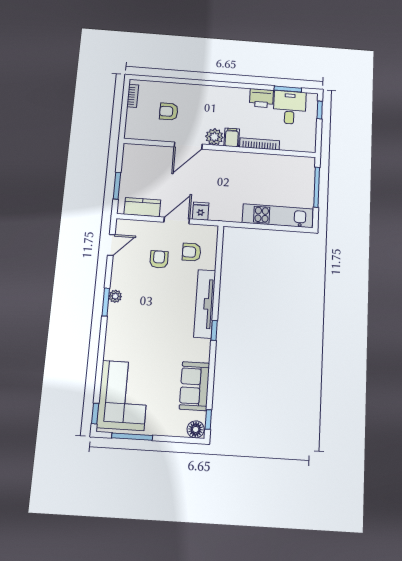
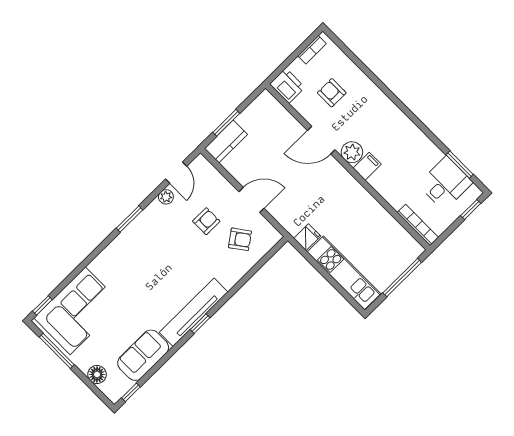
printer: (261, 98) -> (287, 86), moved, turned 180
bookcase: (260, 144) -> (418, 225), moved
kitchen counter: (142, 207) -> (226, 141), moved, turned 90
fridge: (201, 211) -> (307, 237), moved
door: (111, 245) -> (176, 173), hinge flipped
armchair: (192, 252) -> (240, 239), turned 144
plant: (115, 296) -> (166, 197), moved
tv unit: (205, 304) -> (194, 312), moved
floor lamp: (196, 429) -> (97, 374), moved

